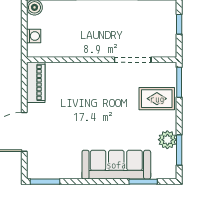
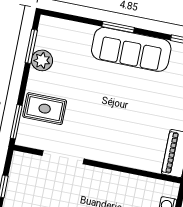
sofa: (116, 165) -> (131, 49), moved
window: (143, 182) -> (118, 27), moved

